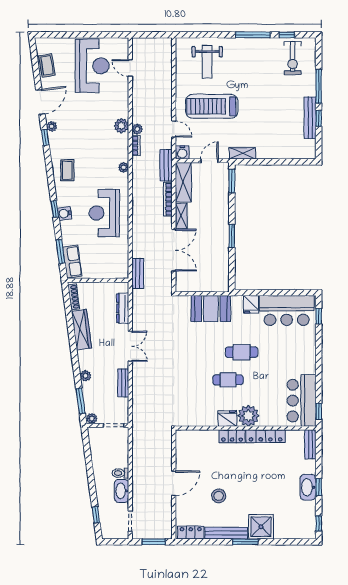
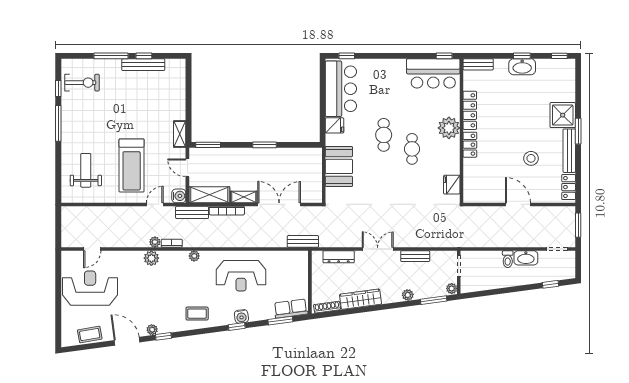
weight bench: (207, 62) -> (86, 170), turned -90
fridge: (227, 419) -> (452, 185), moved

